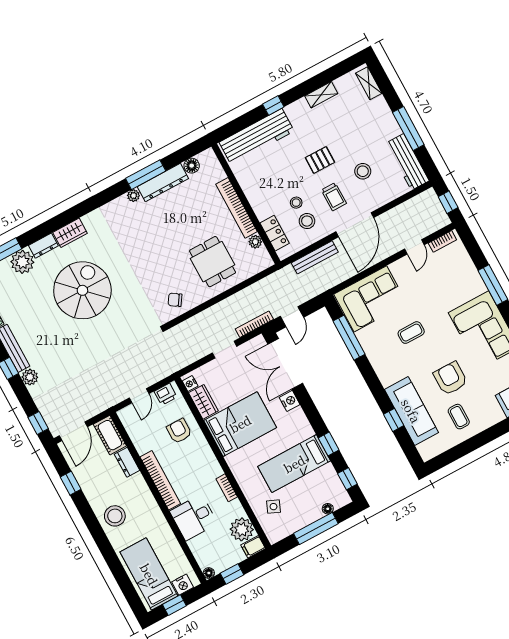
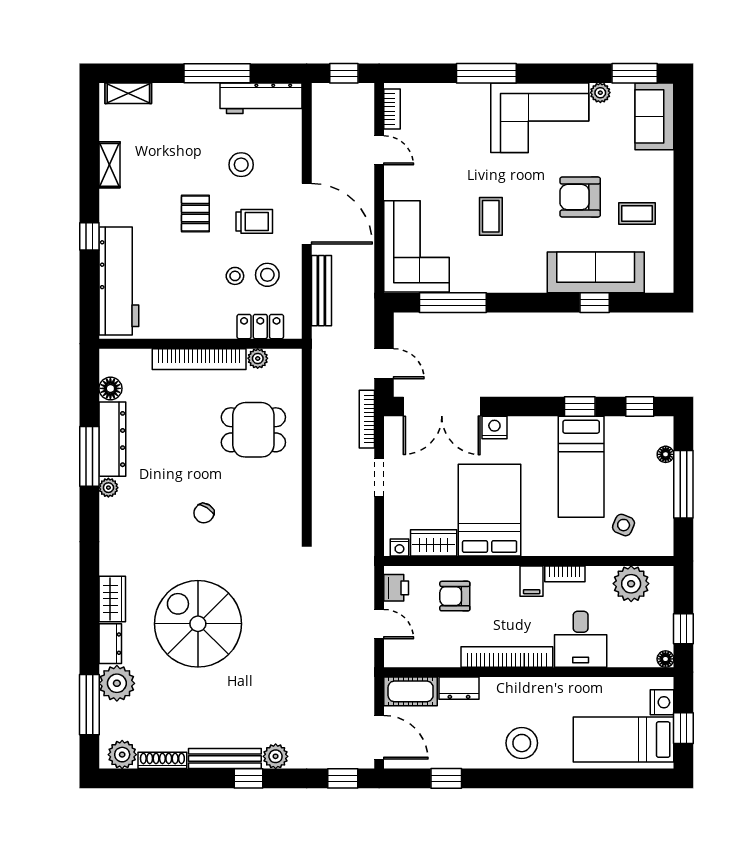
chair: (175, 300) -> (204, 513), moved
filing cabinet: (253, 547) -> (532, 581), moved

